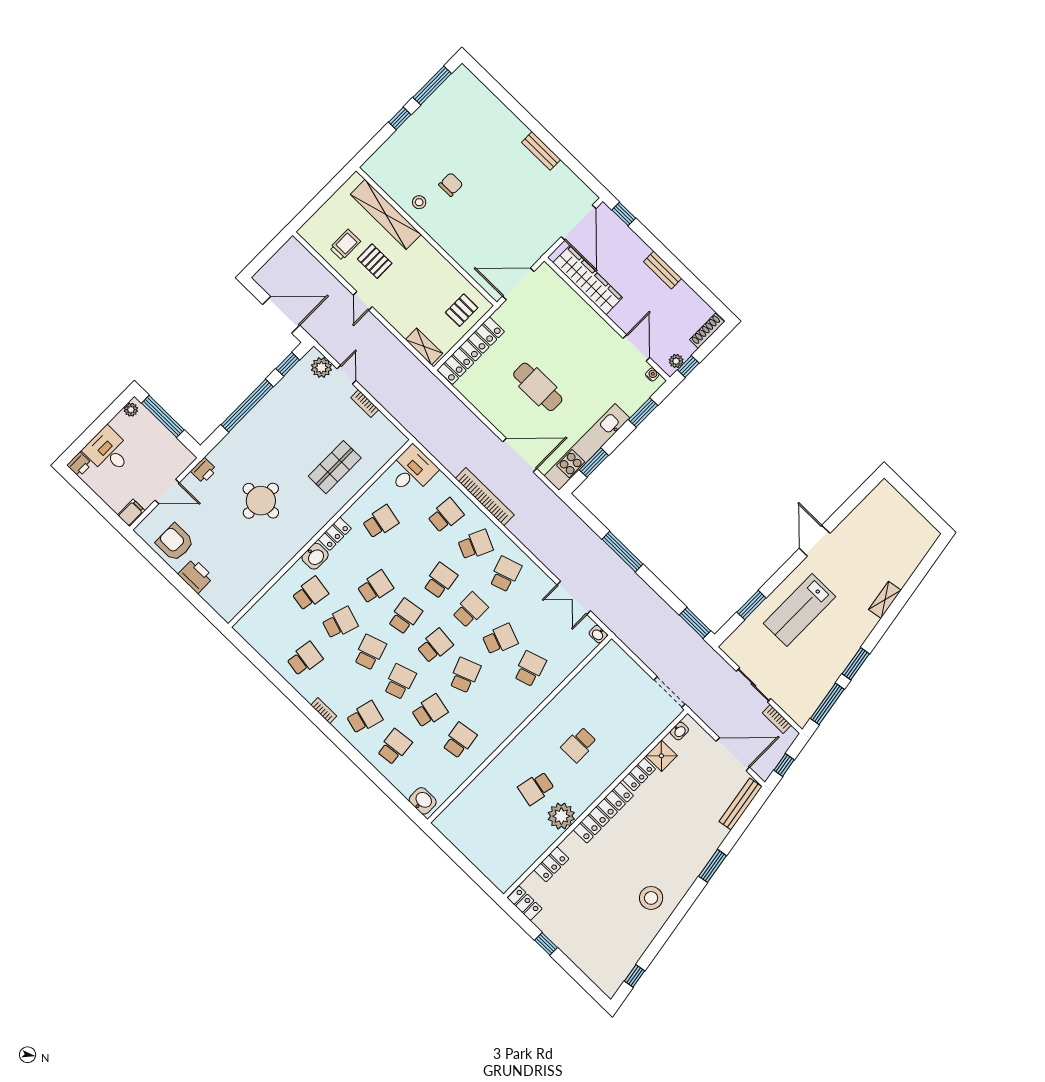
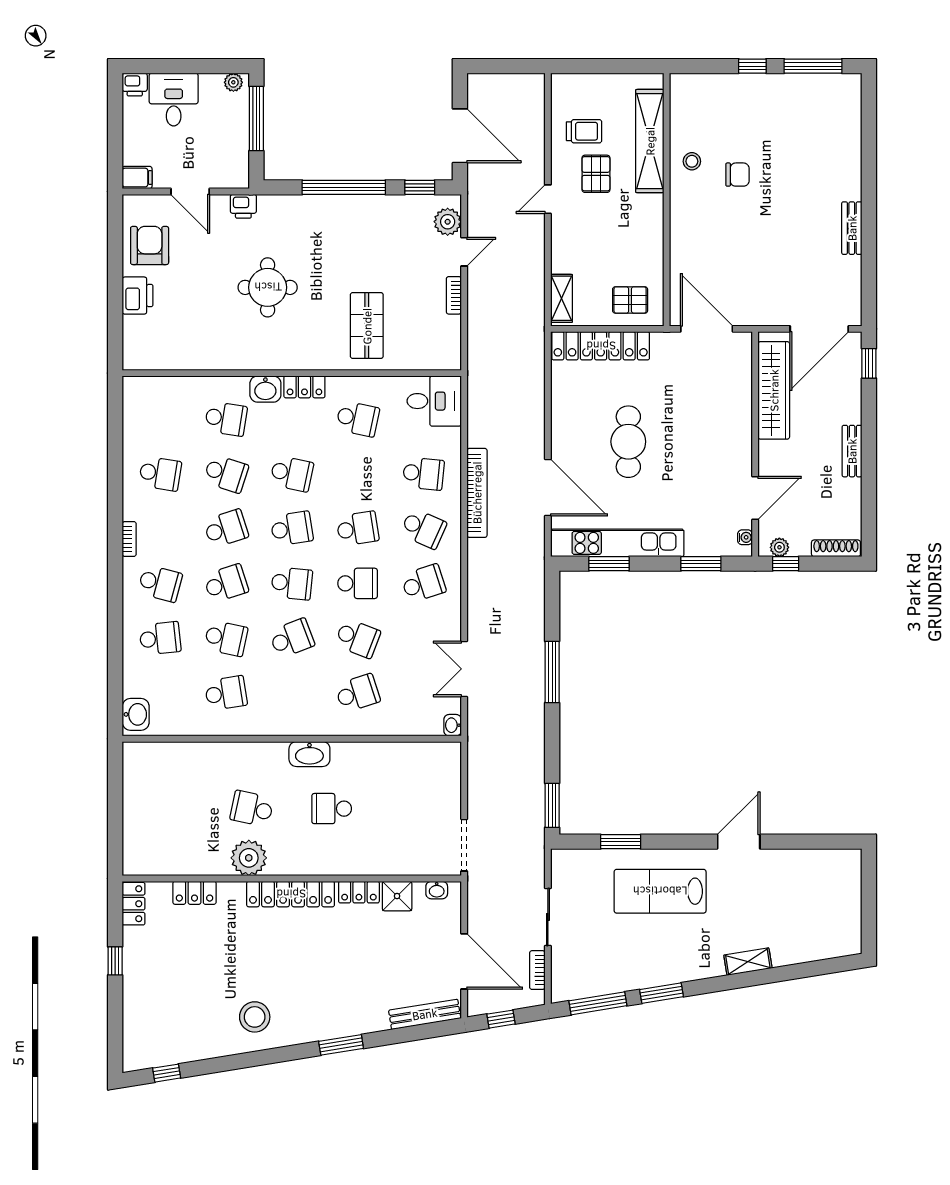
shop shelf: (335, 467) -> (367, 326), turned 90
washbasin: (537, 727) -> (309, 754), added

